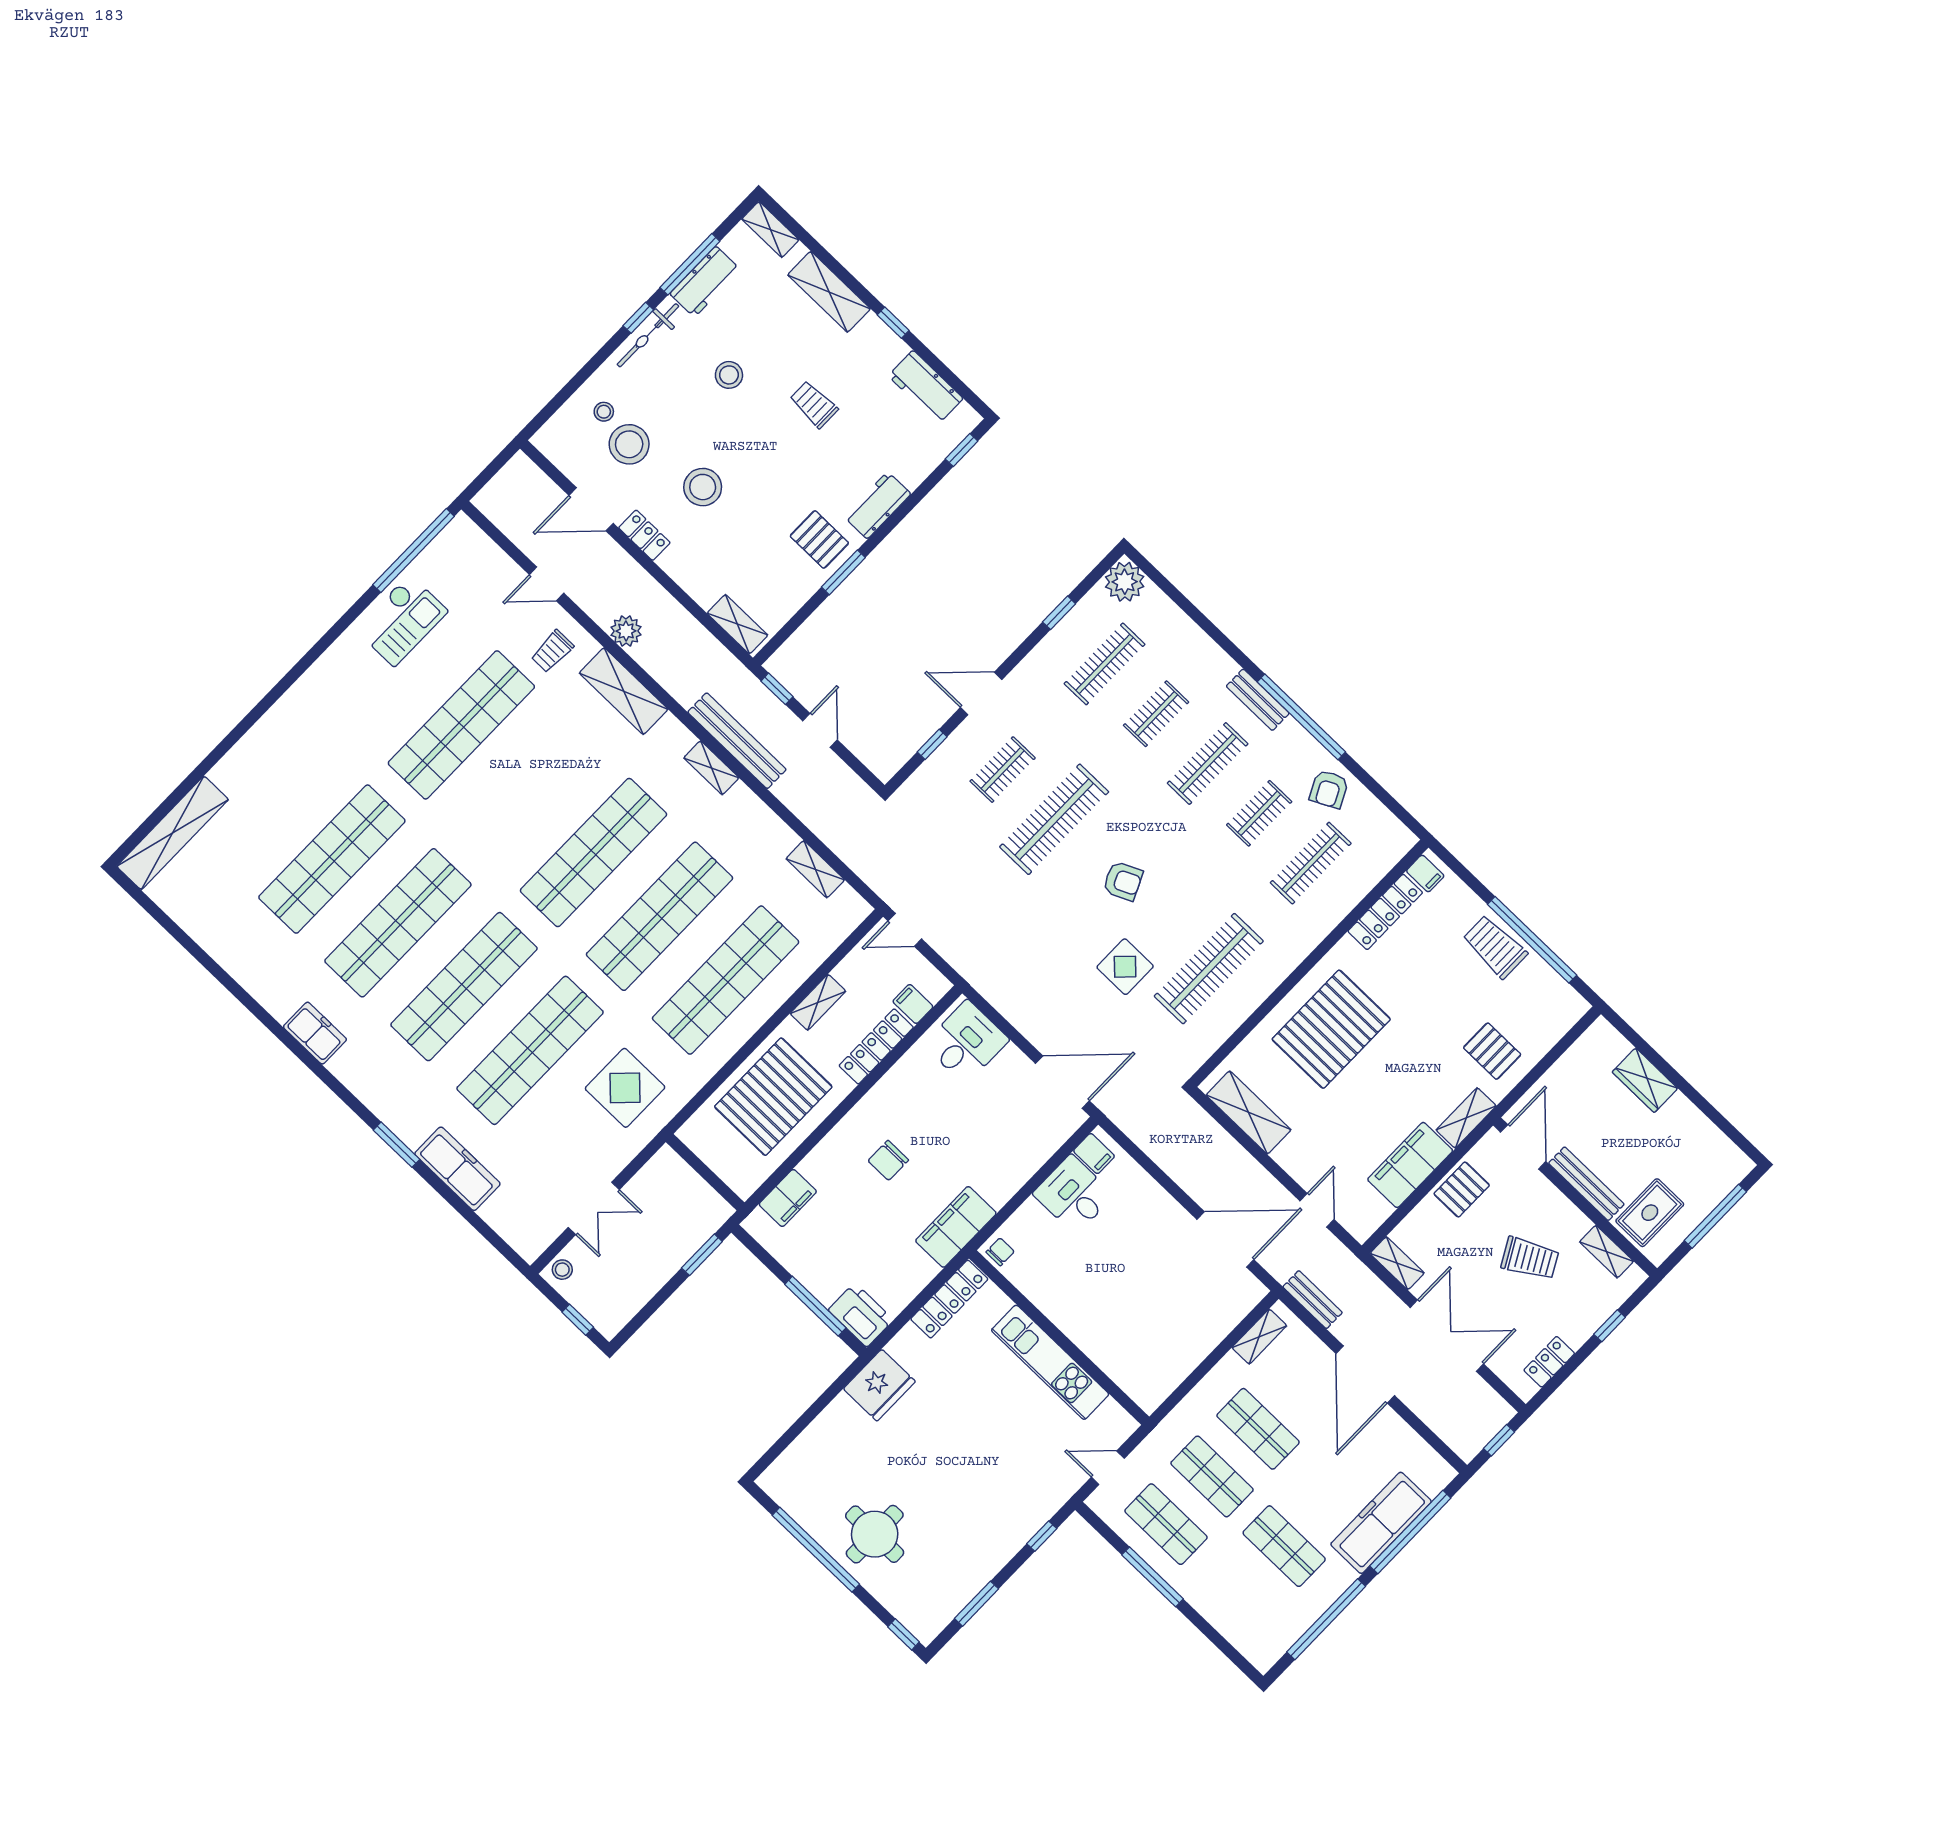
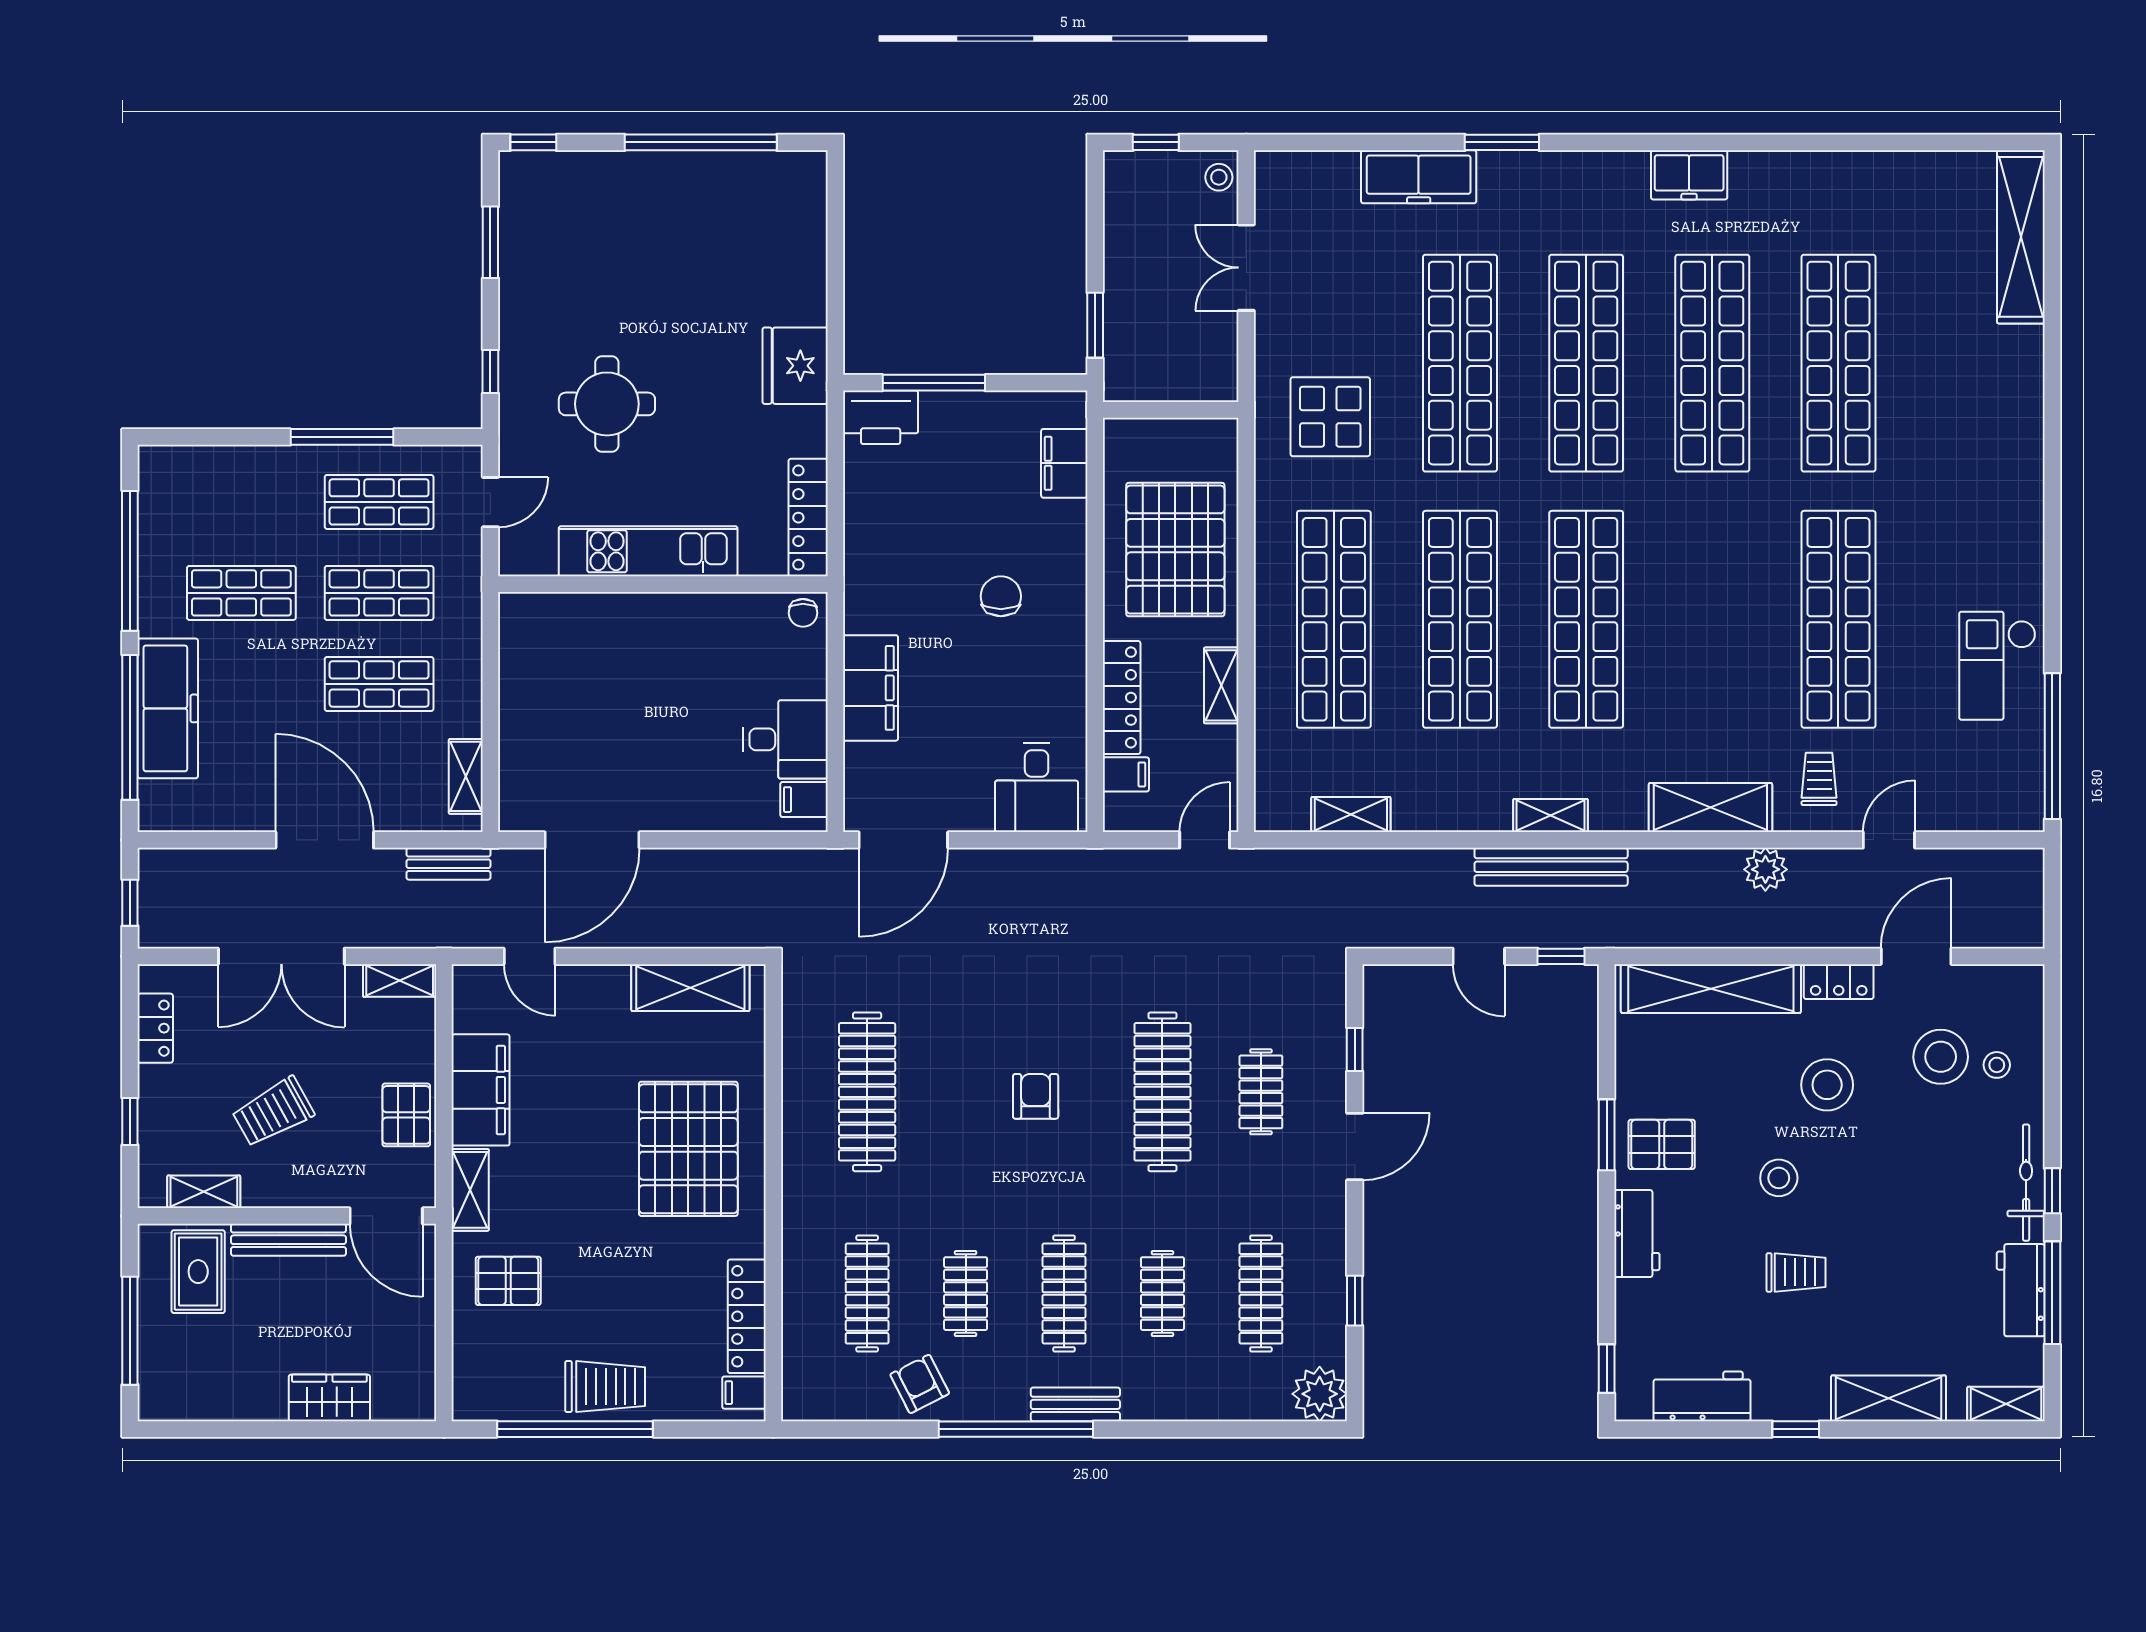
stool: (729, 375) -> (1779, 1178), moved
shelving: (737, 624) -> (1711, 989), width x2.20, depth x1.33
armchair: (1123, 881) -> (1036, 1096), turned 115
display table: (1125, 967) -> (952, 1014), removed
filing cabinet: (956, 1227) -> (871, 688), moved
round table: (875, 1534) -> (607, 404), moved

